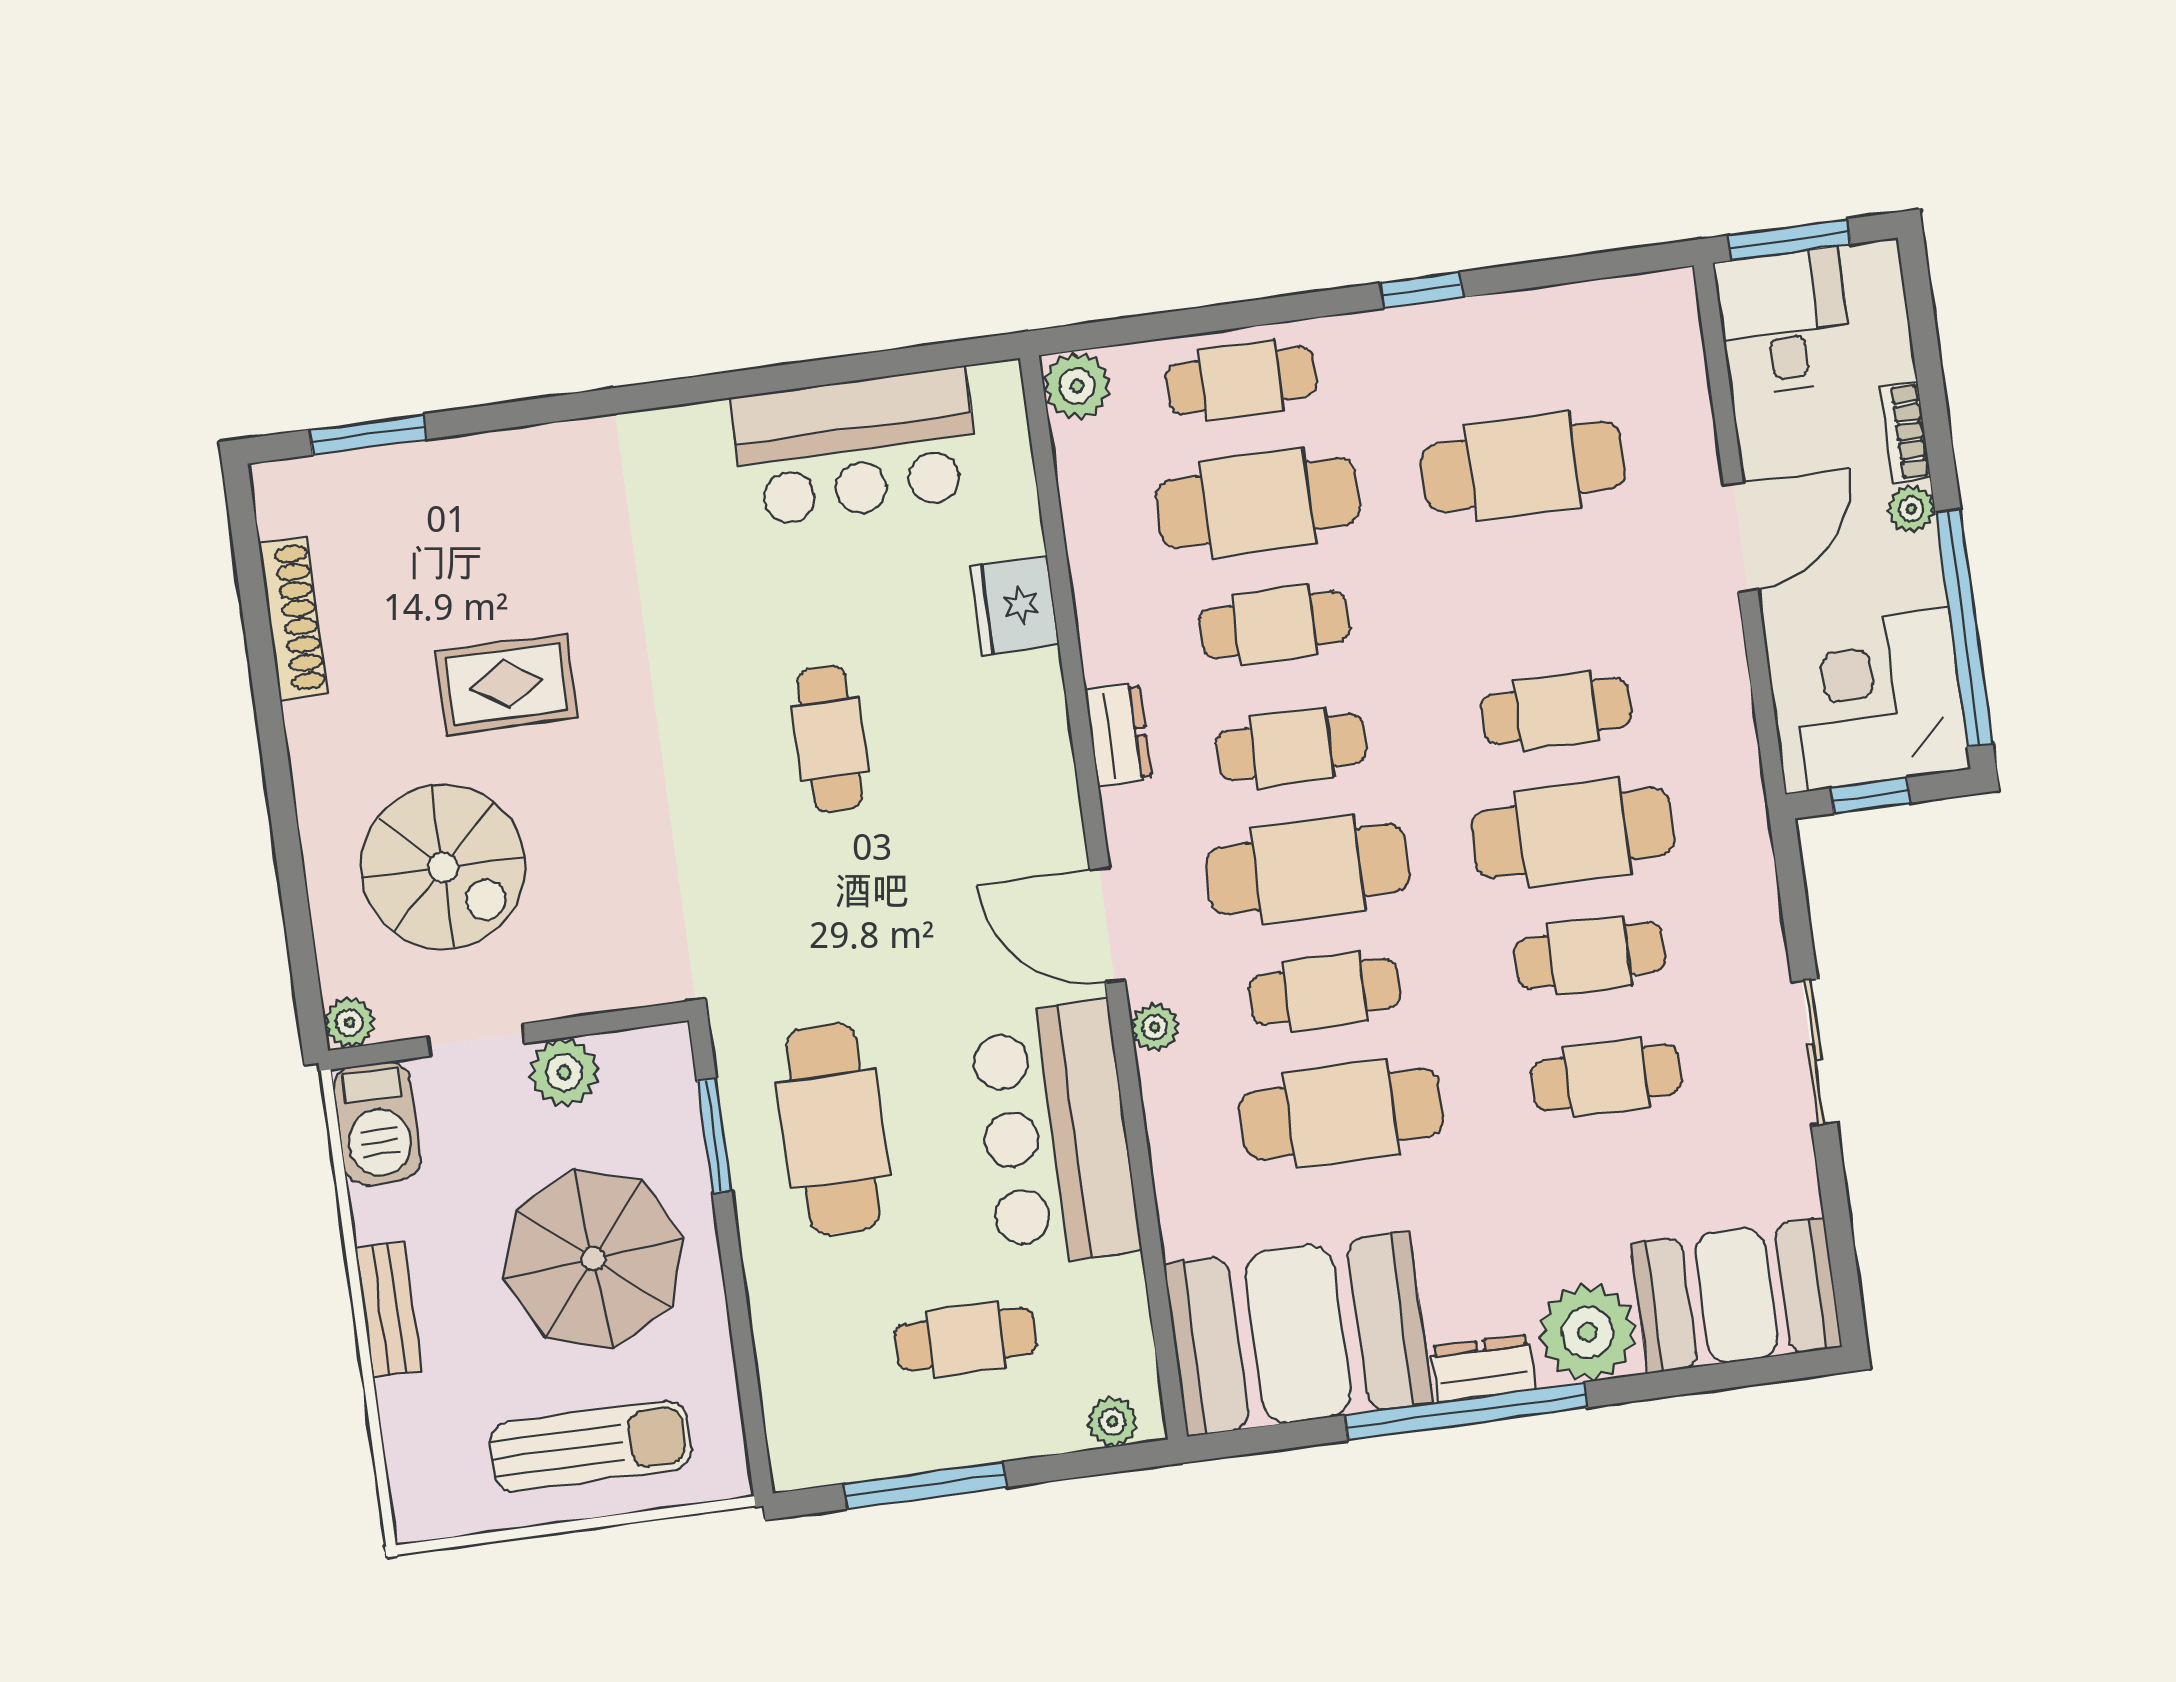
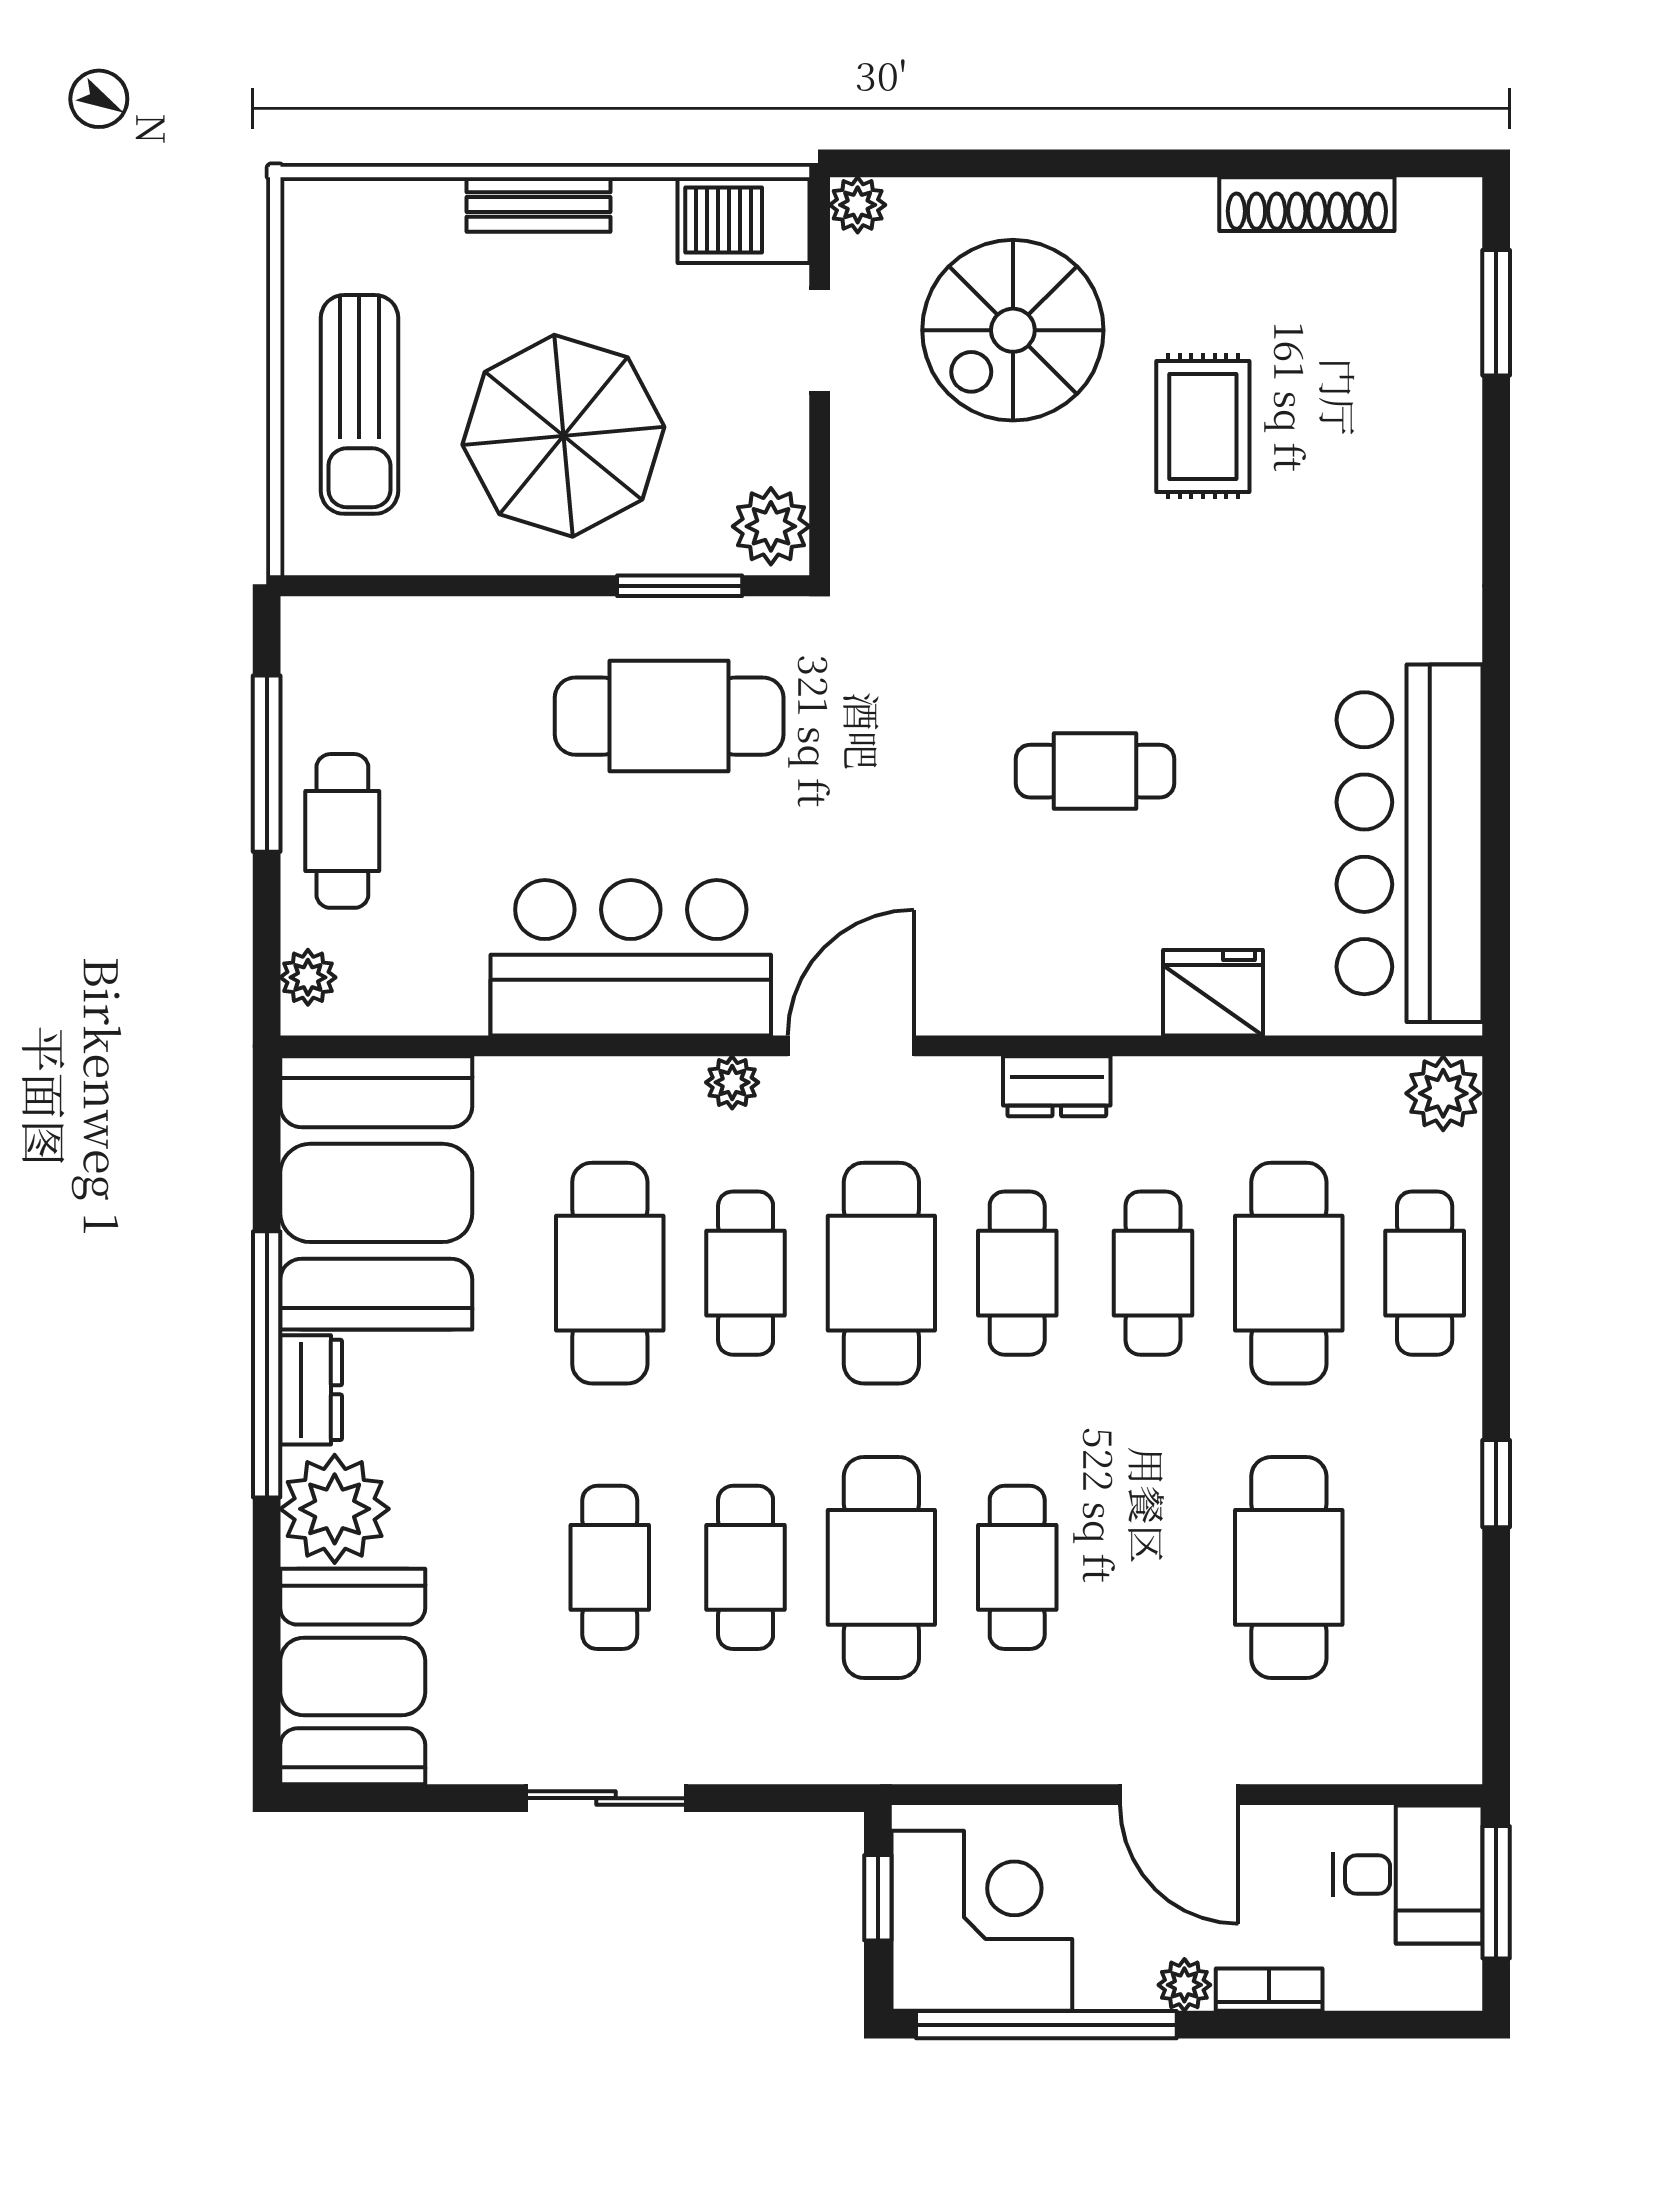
bar counter: (856, 447) -> (1410, 843), width x1.36
plant: (564, 1072) -> (771, 526), moved
cafe table: (966, 1339) -> (342, 831), moved

